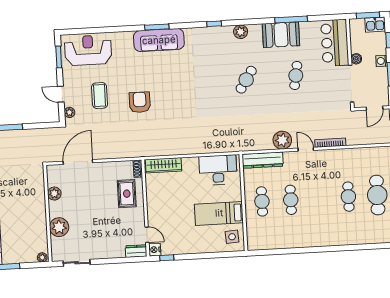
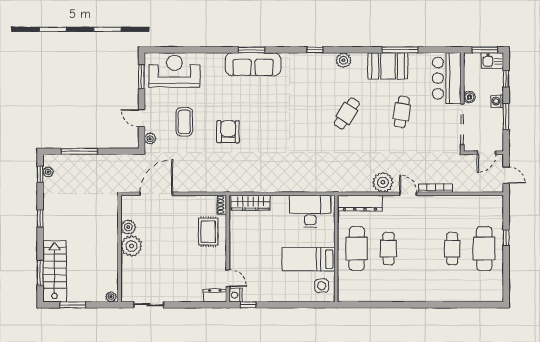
cafe table: (262, 201) -> (357, 249), width x1.37, depth x1.35
plant: (59, 227) -> (131, 246), moved

